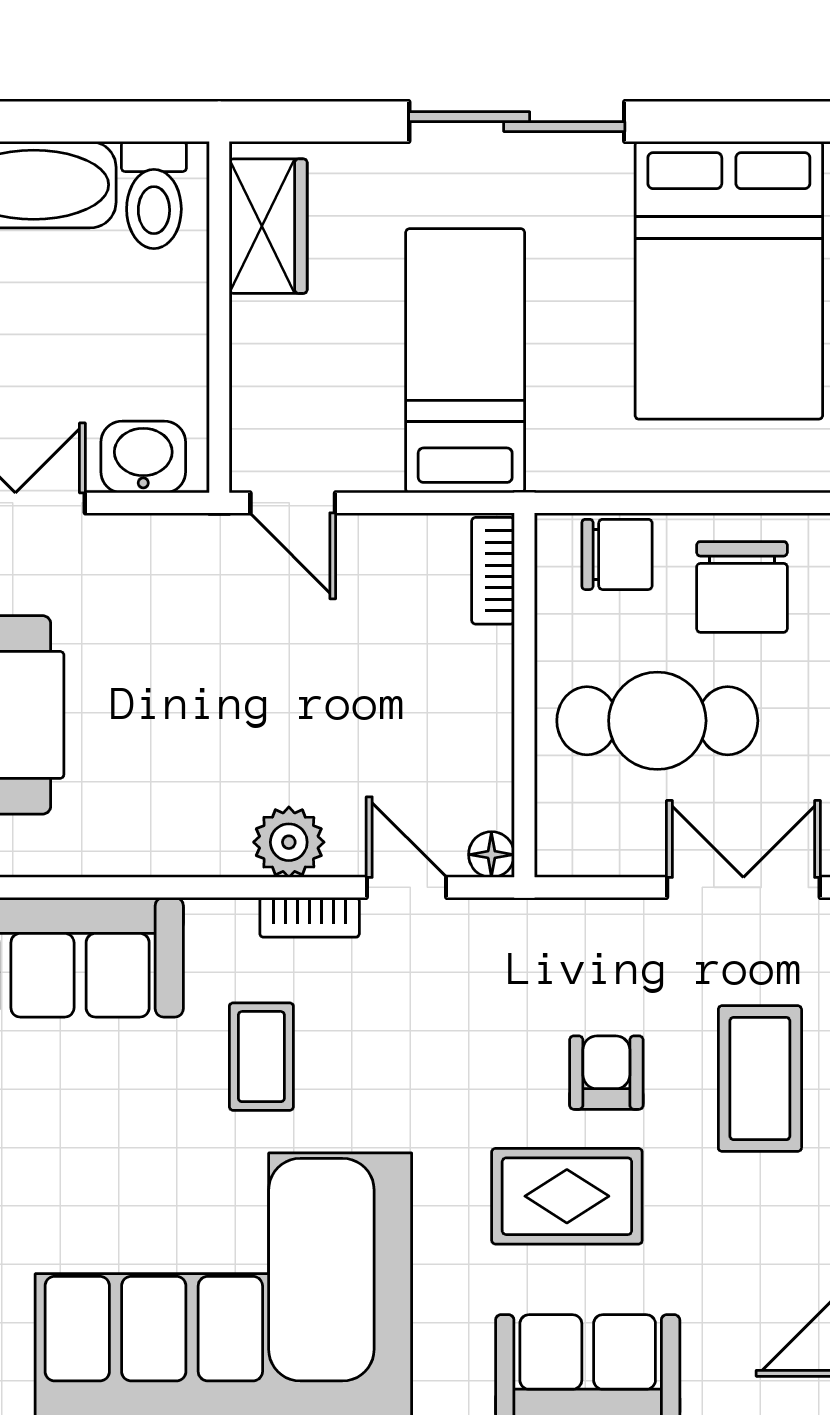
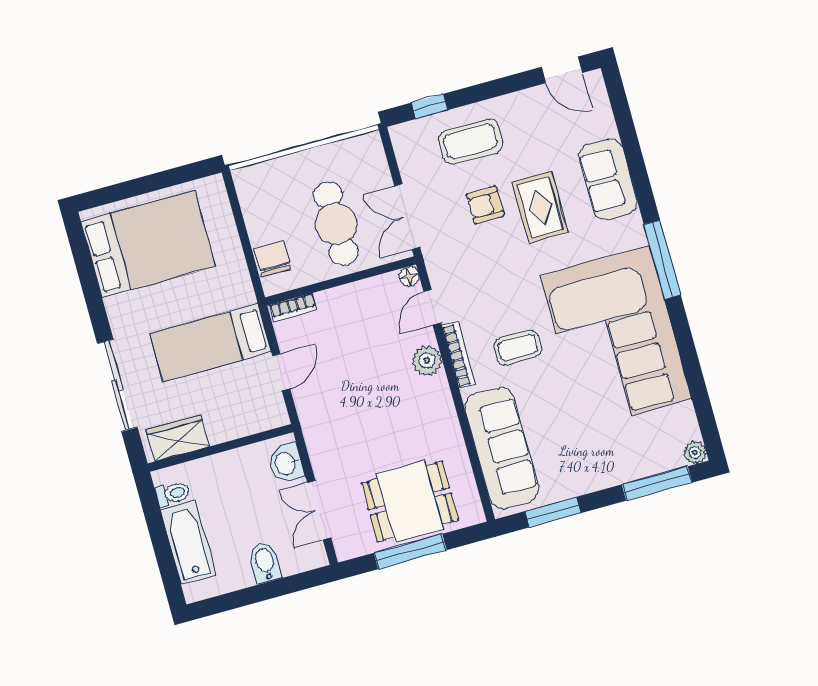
sliding door: (517, 122) -> (117, 385), moved
toilet: (154, 195) -> (173, 494), width x0.73, depth x0.72
door: (293, 503) -> (281, 372), moved
chair: (742, 587) -> (272, 204), removed
double door: (743, 887) -> (407, 216), moved
bookcase: (310, 917) -> (458, 355), width x1.56

